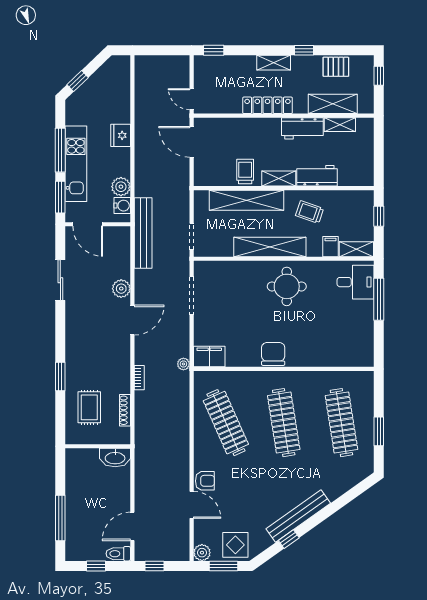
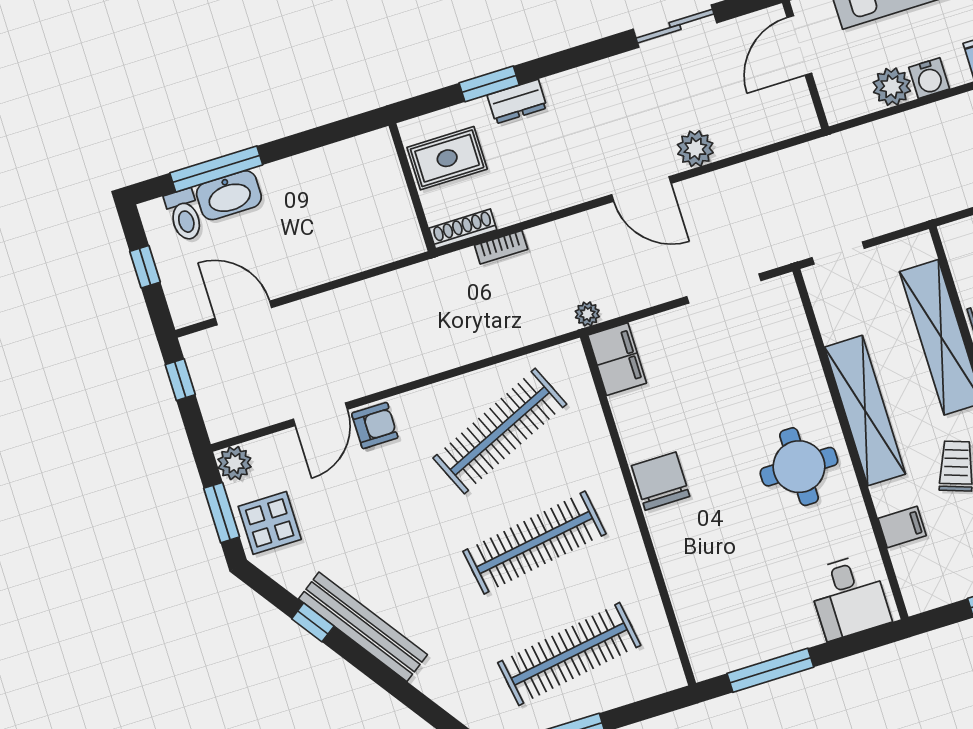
water cooler: (122, 206) -> (929, 78), moved
bench: (143, 233) -> (816, 157), removed
shelving: (356, 249) -> (913, 579), removed
window: (379, 299) -> (770, 670), moved
chair: (273, 354) -> (661, 481), turned -90
dresser: (73, 366) -> (517, 102), added
bookcase: (139, 378) -> (501, 247), moved
wall: (98, 446) -> (412, 187), moved
washbasin: (115, 458) -> (229, 195), moved, turned -90
armchair: (205, 481) -> (375, 426), turned -90
toilet: (118, 554) -> (184, 215), moved, turned 180

